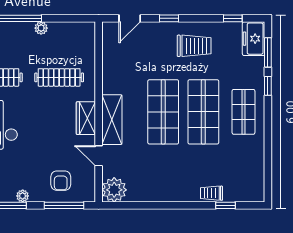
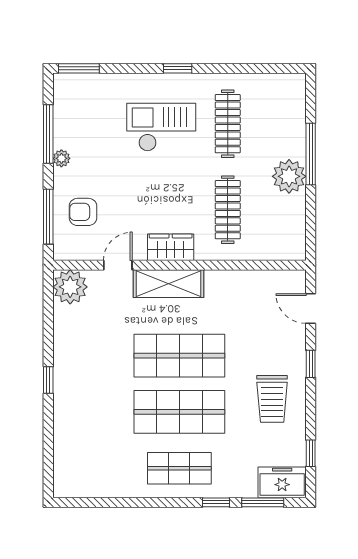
plant: (41, 28) -> (289, 176), width x1.87, depth x1.87
trolley: (211, 193) -> (65, 423), removed
window: (225, 205) -> (48, 380), moved

